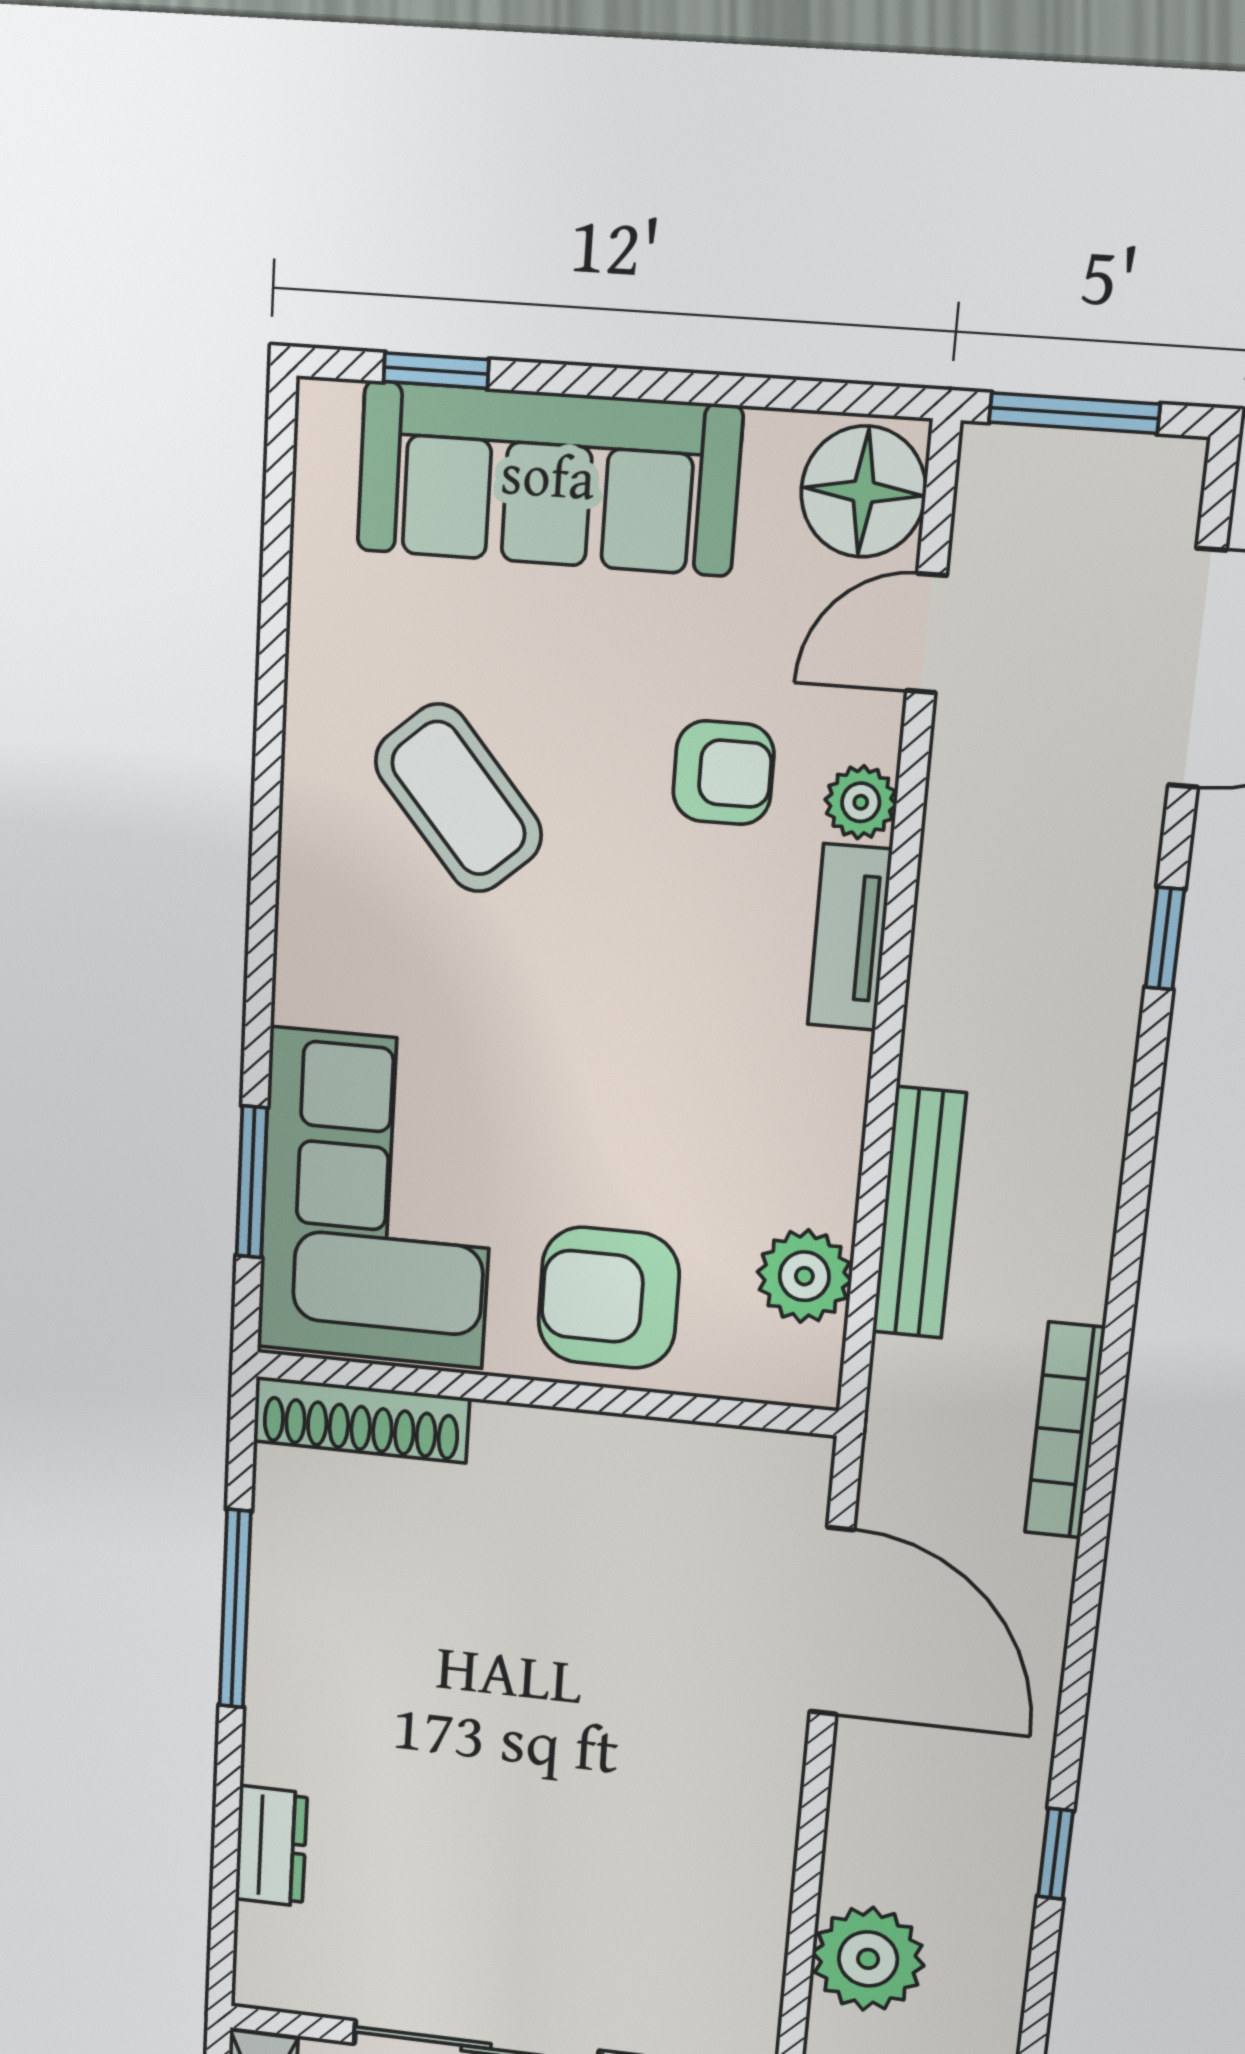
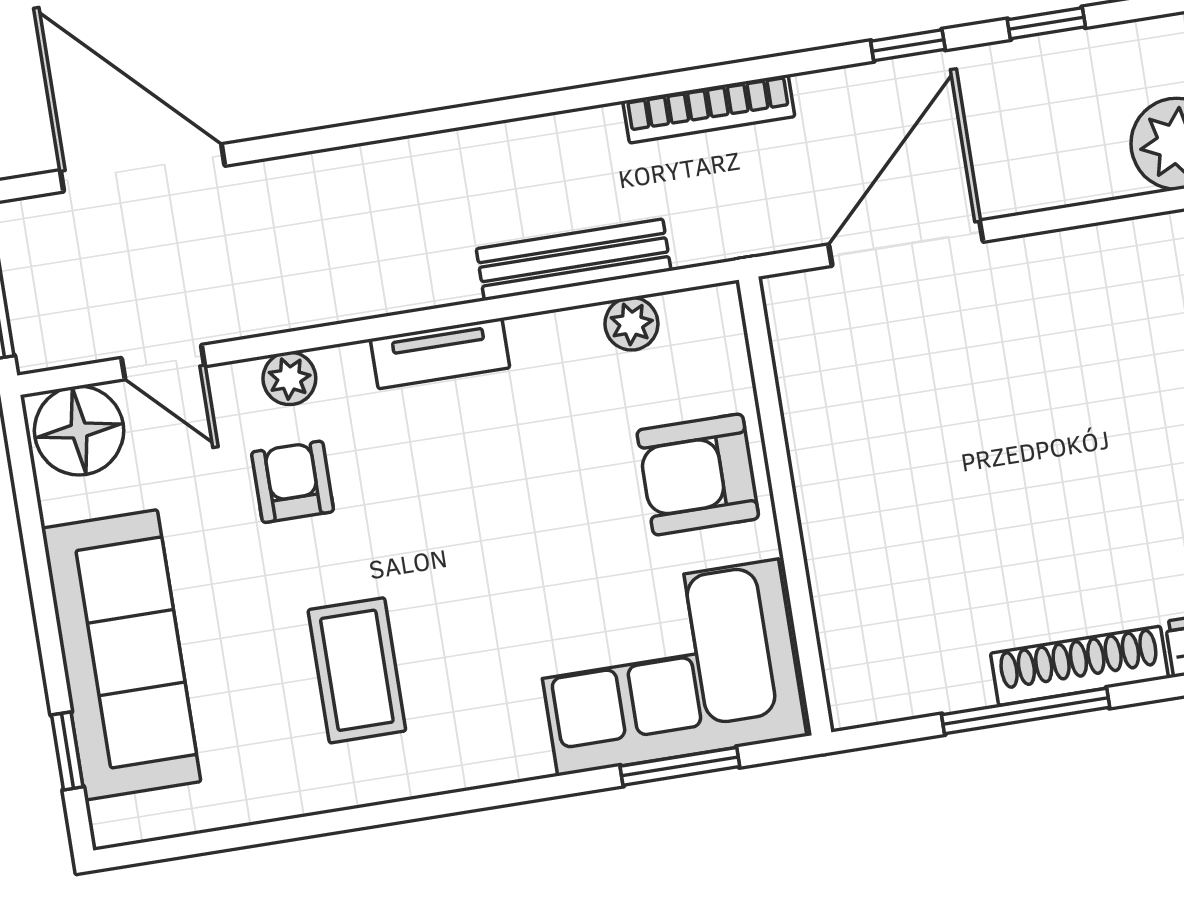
coffee table: (458, 798) -> (357, 670), turned -49
tv unit: (850, 937) -> (440, 353), moved
window: (1165, 938) -> (908, 45), moved
plant: (804, 1276) -> (631, 324), width x0.73, depth x0.73
armchair: (609, 1298) -> (698, 474), turned 90
shoe rack: (361, 1420) -> (1080, 666), moved, turned -90

